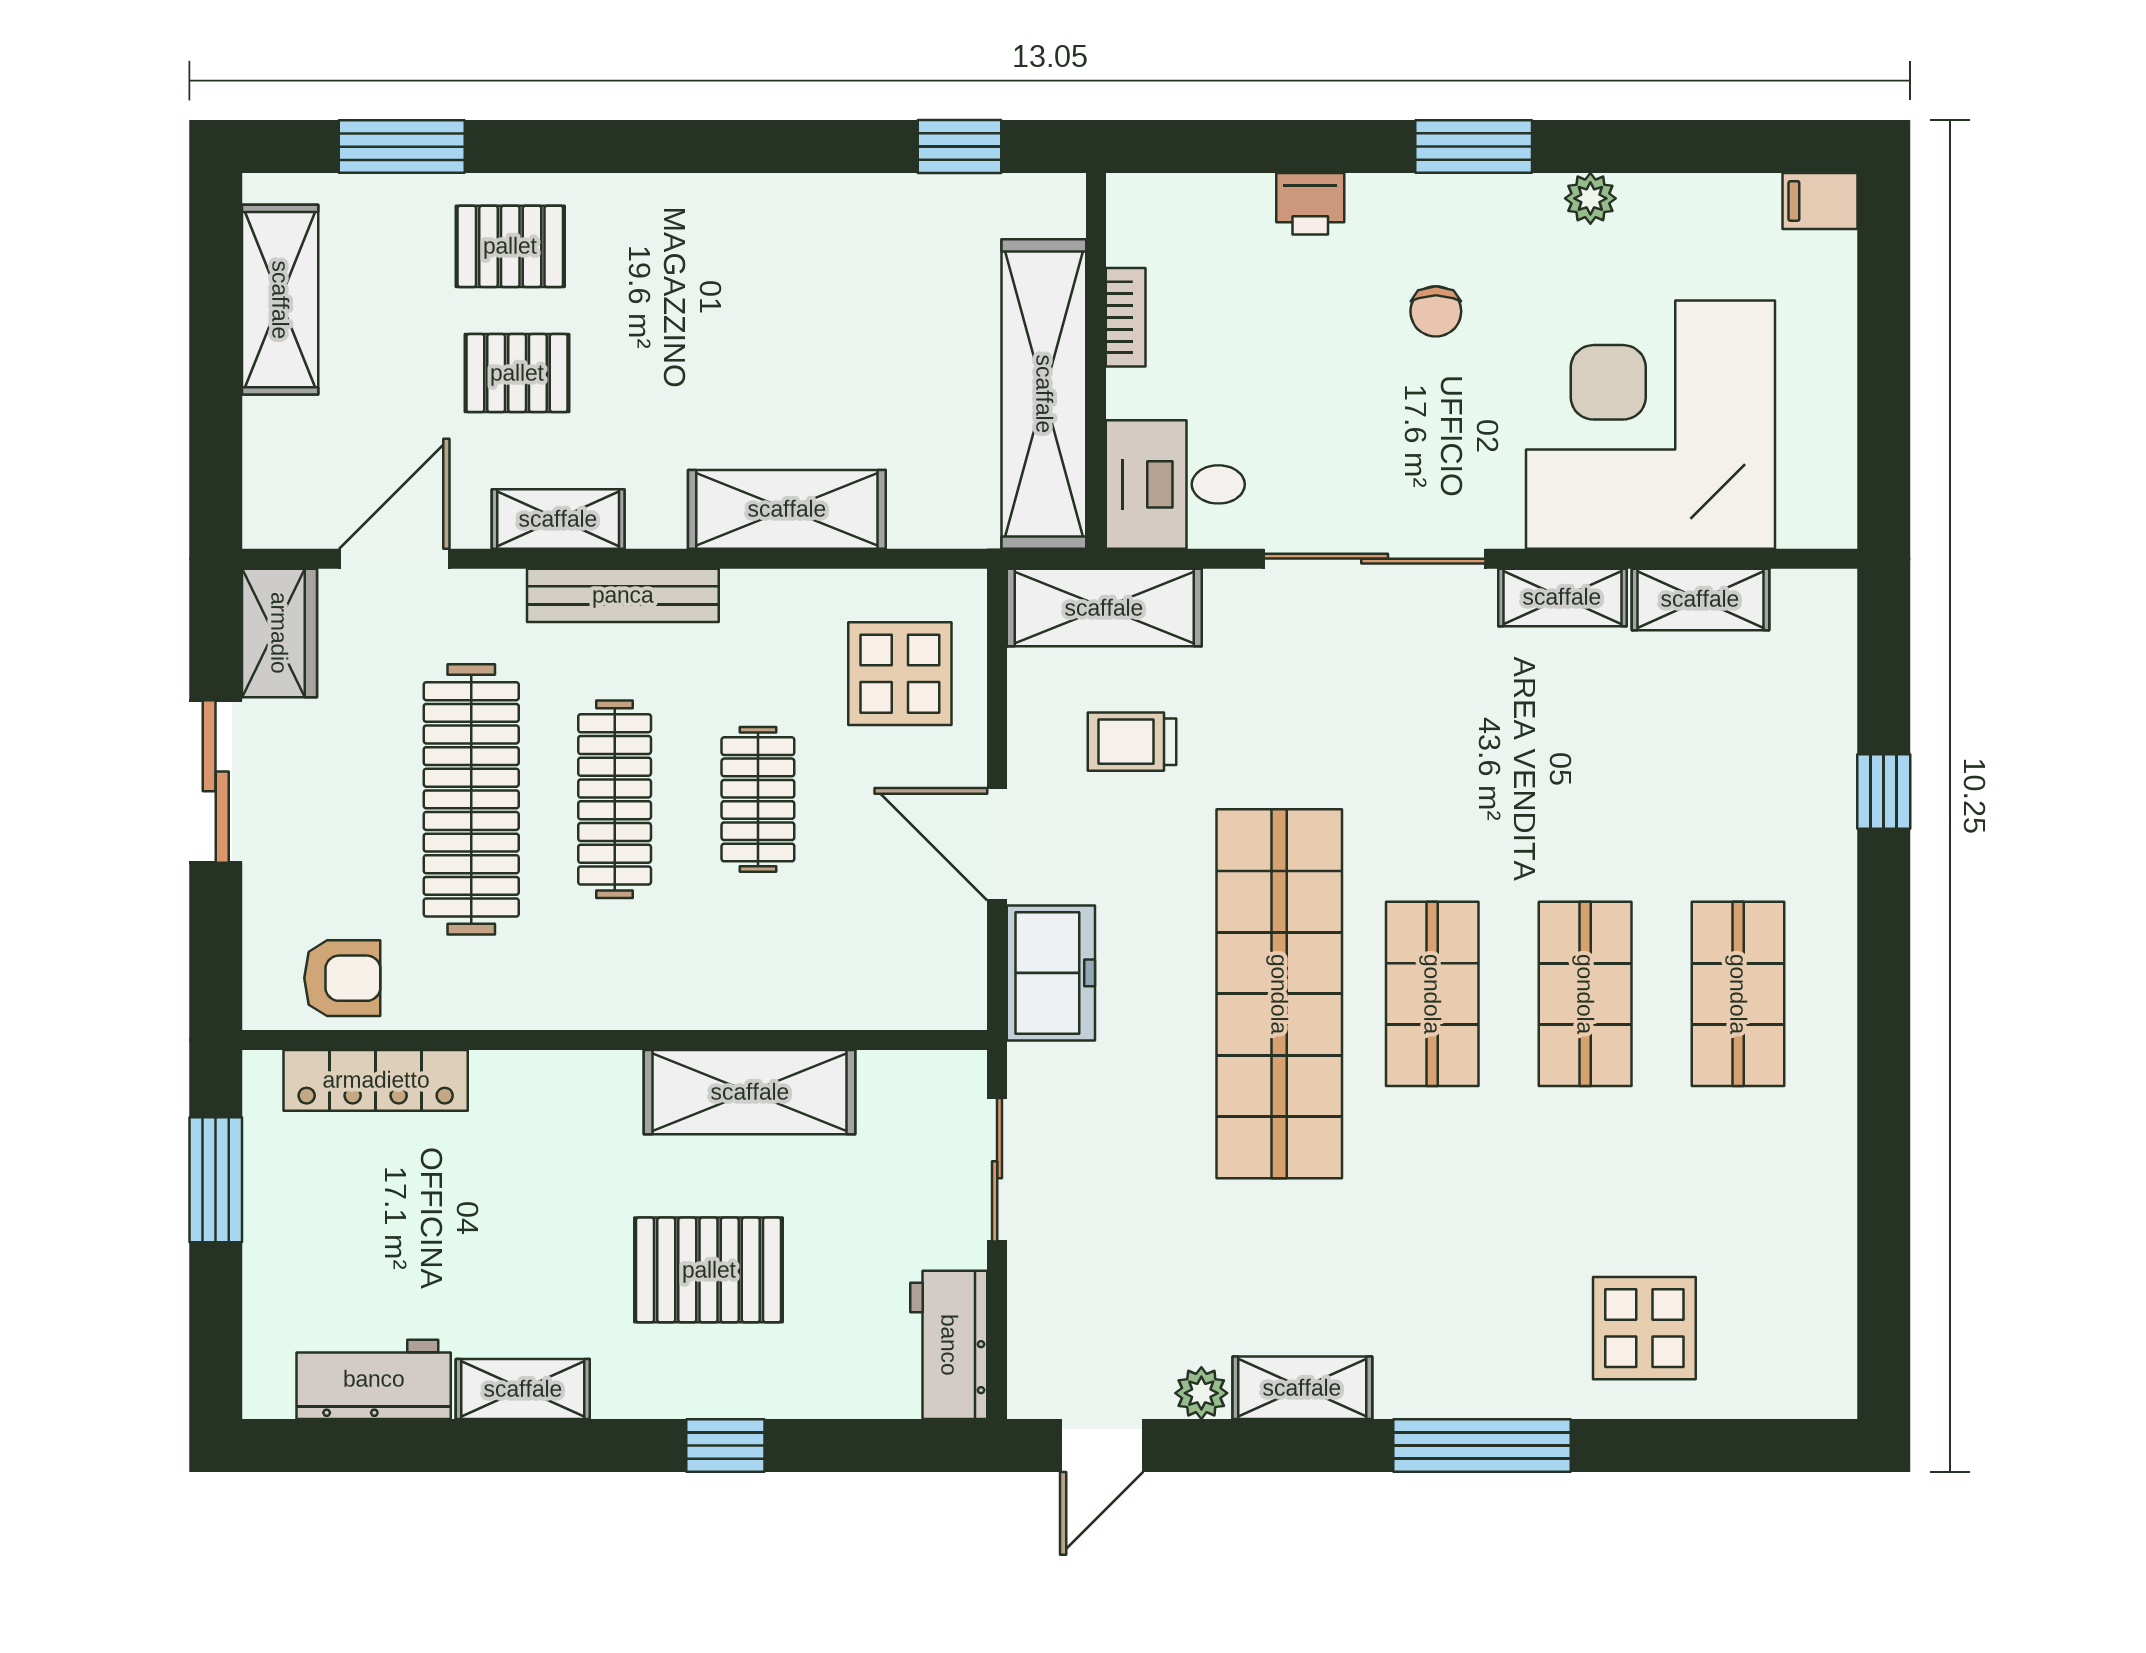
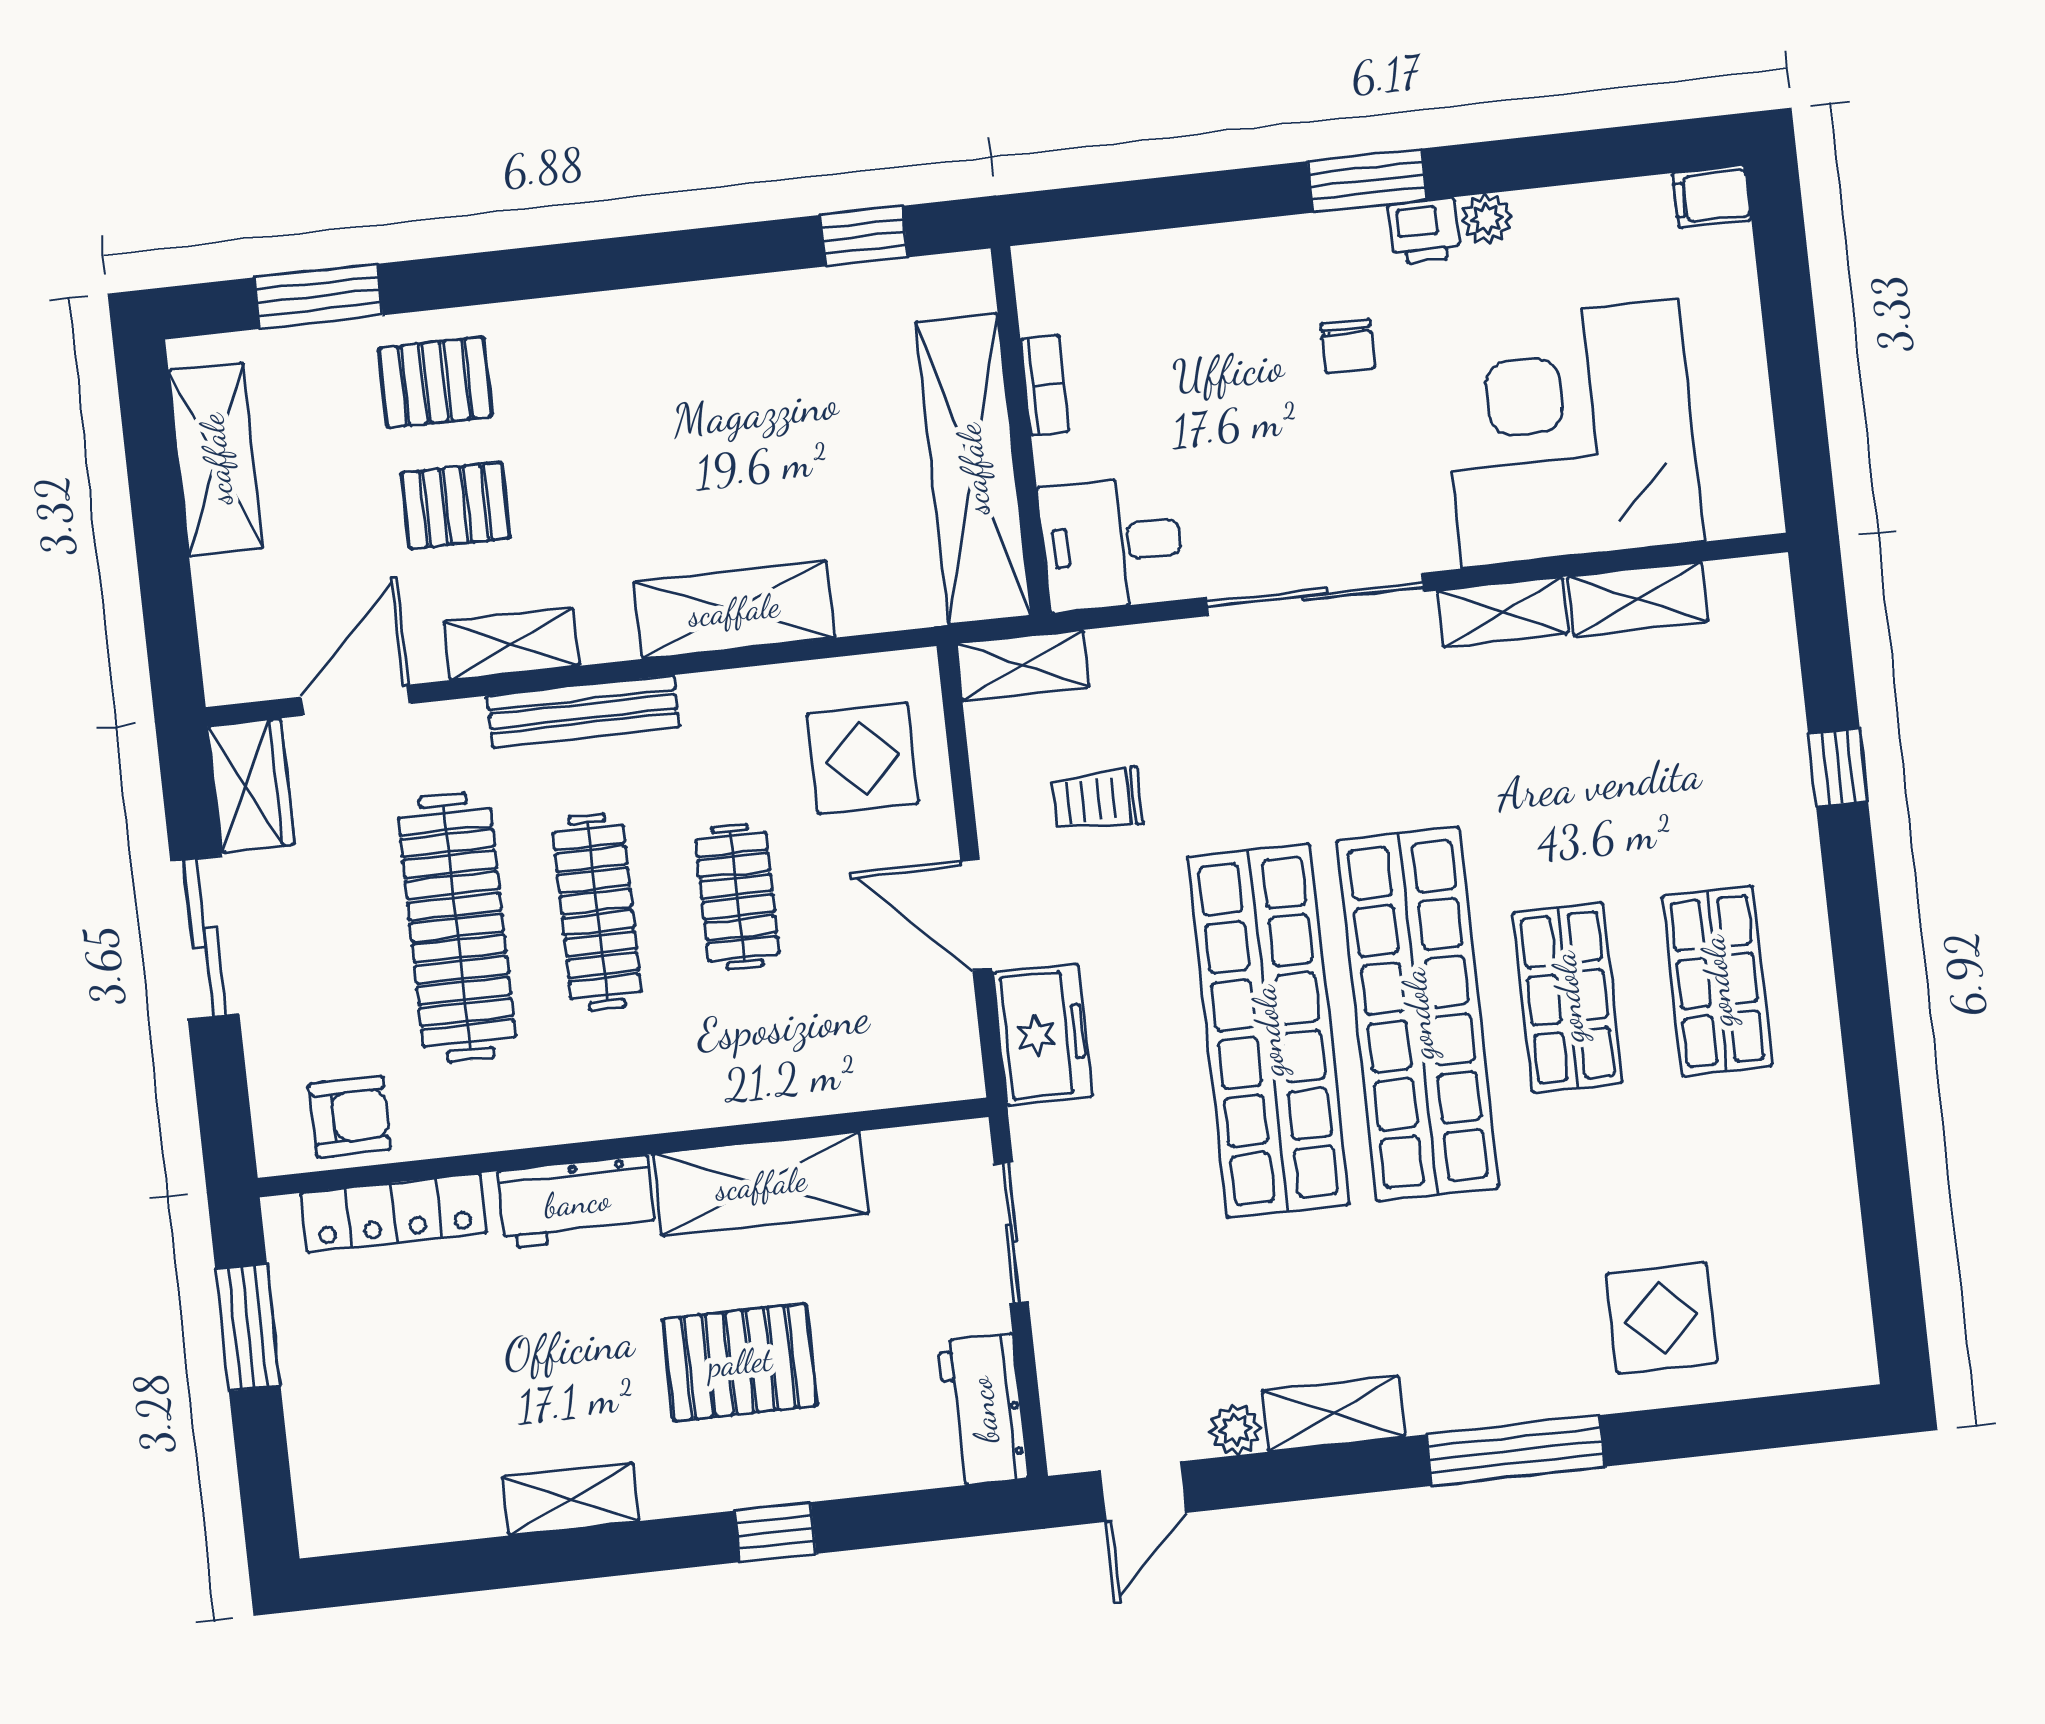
printer: (1310, 204) -> (1424, 231), moved
shelving: (1104, 608) -> (1023, 665), width x0.67, depth x0.75
shop shelf: (1432, 994) -> (1418, 1014), width x2.00, depth x1.36
workbench: (374, 1379) -> (577, 1202), moved, turned 180

